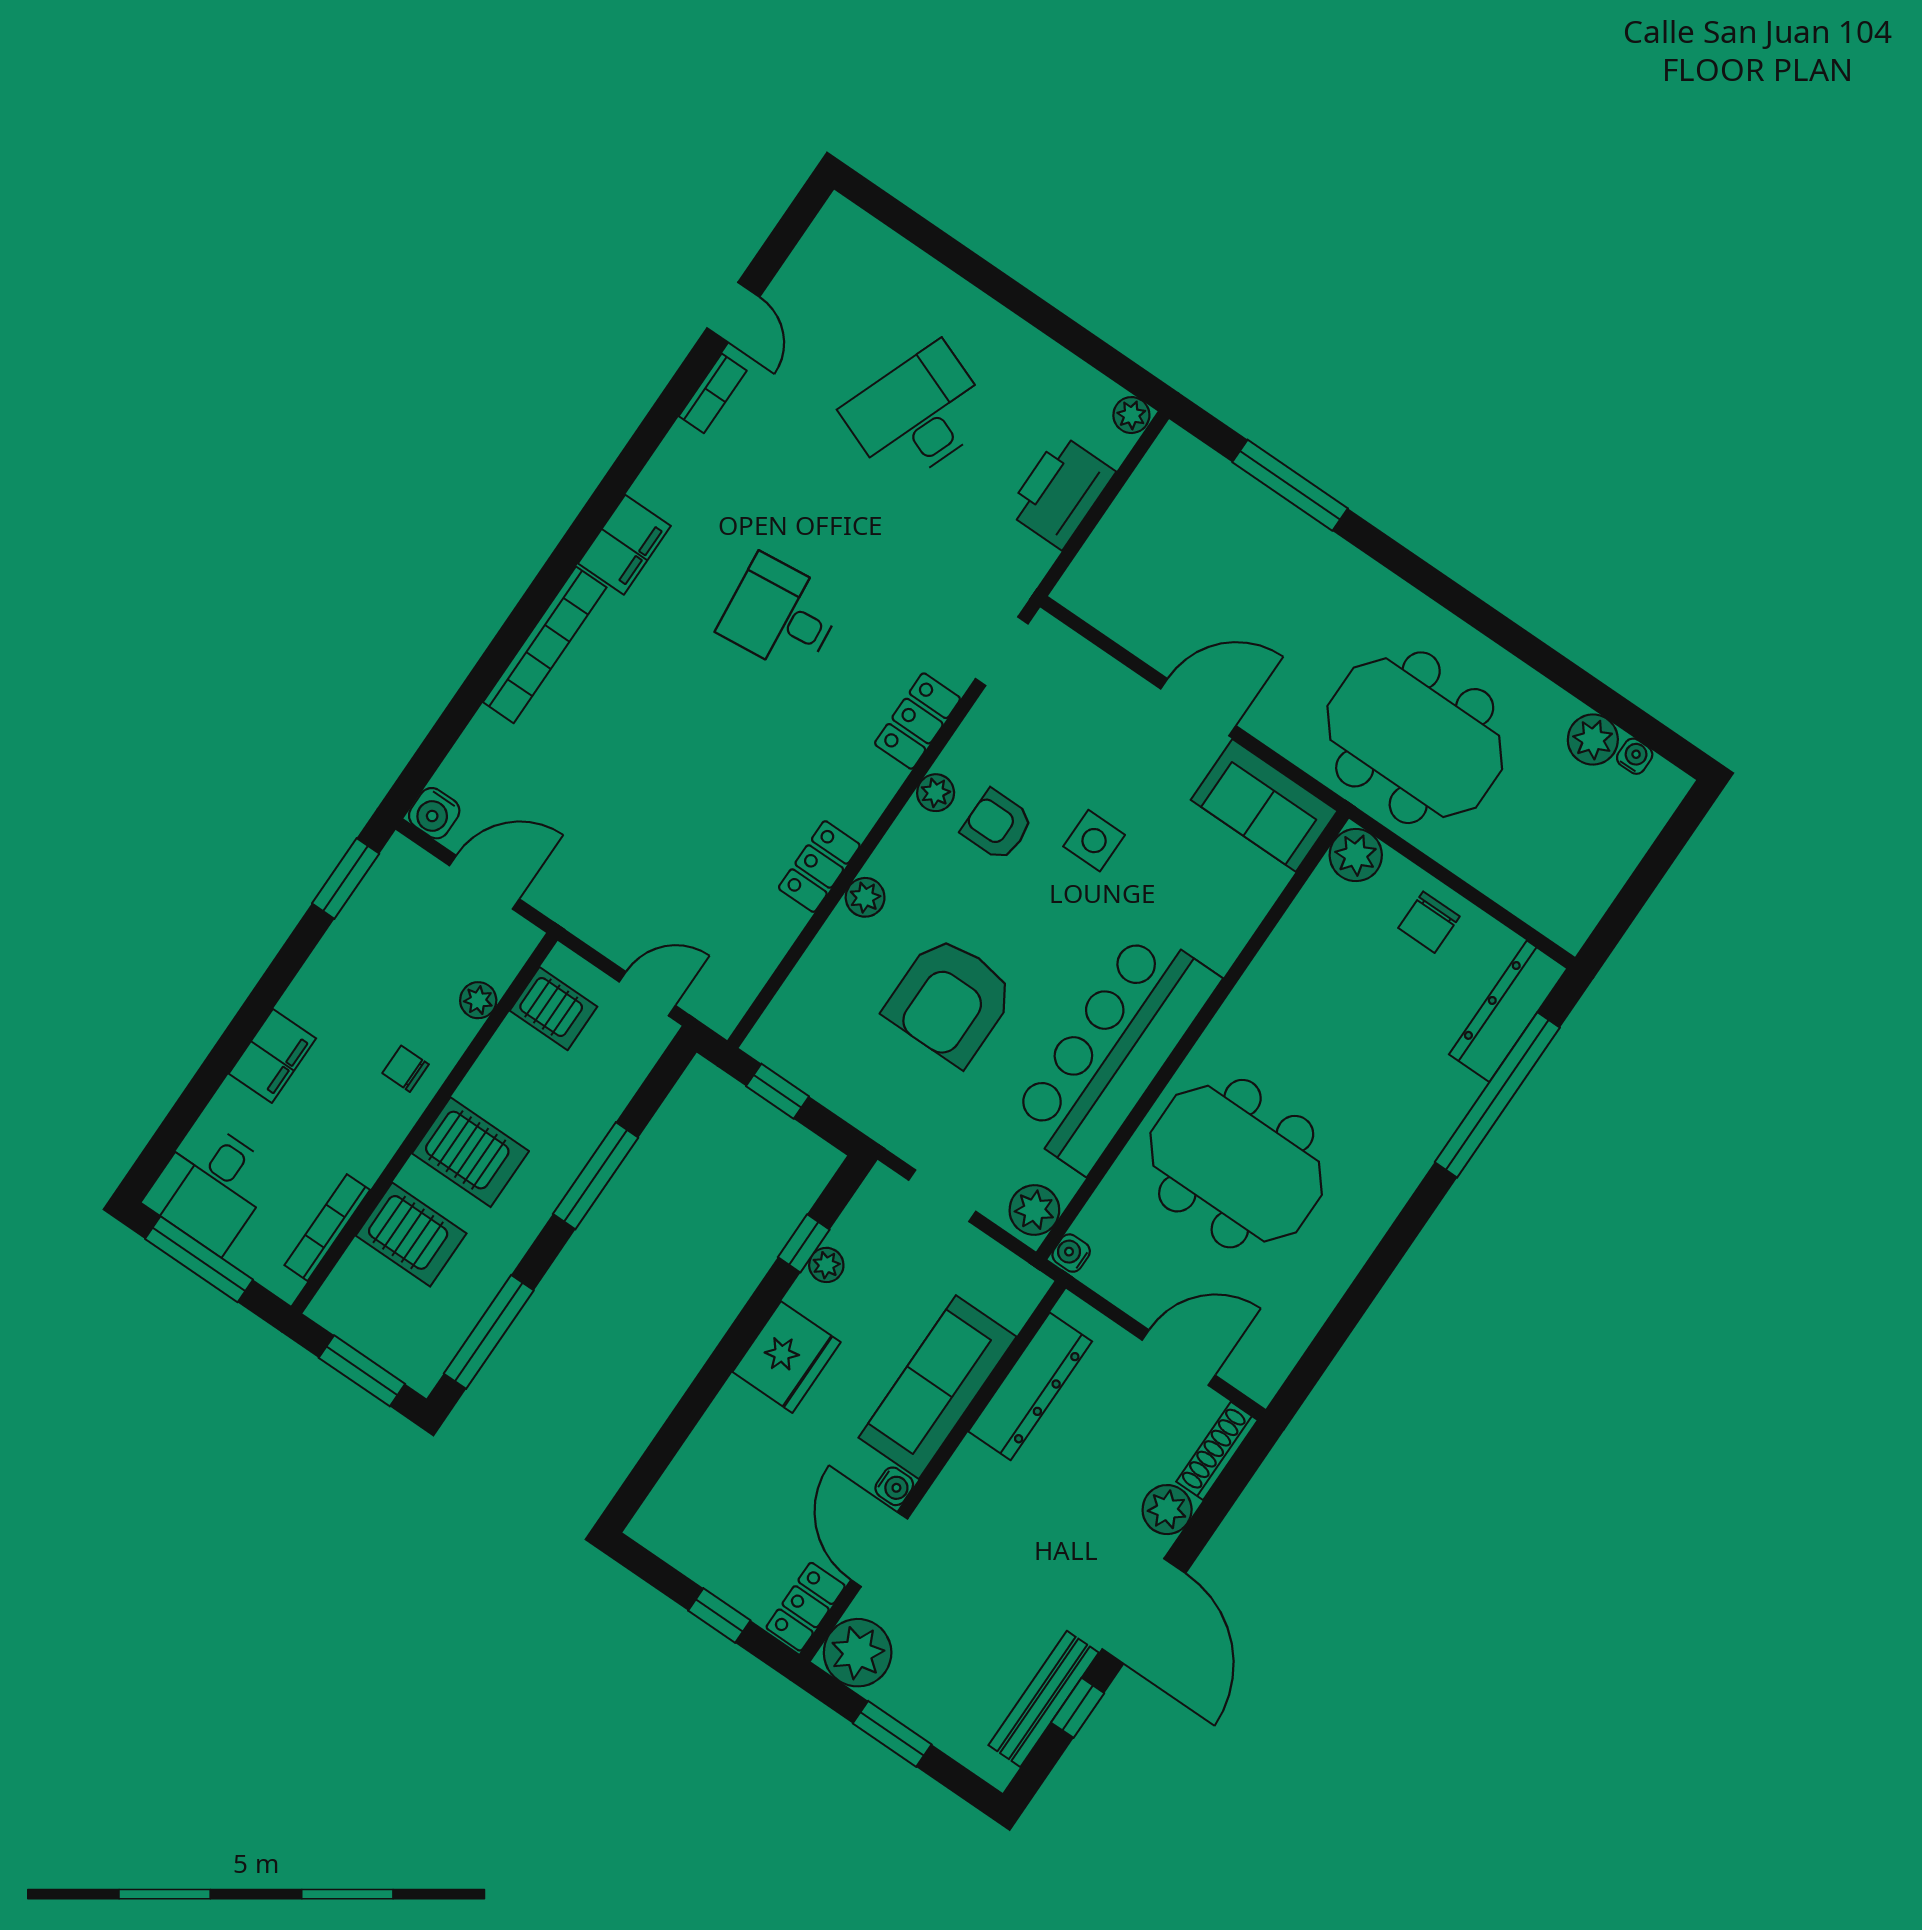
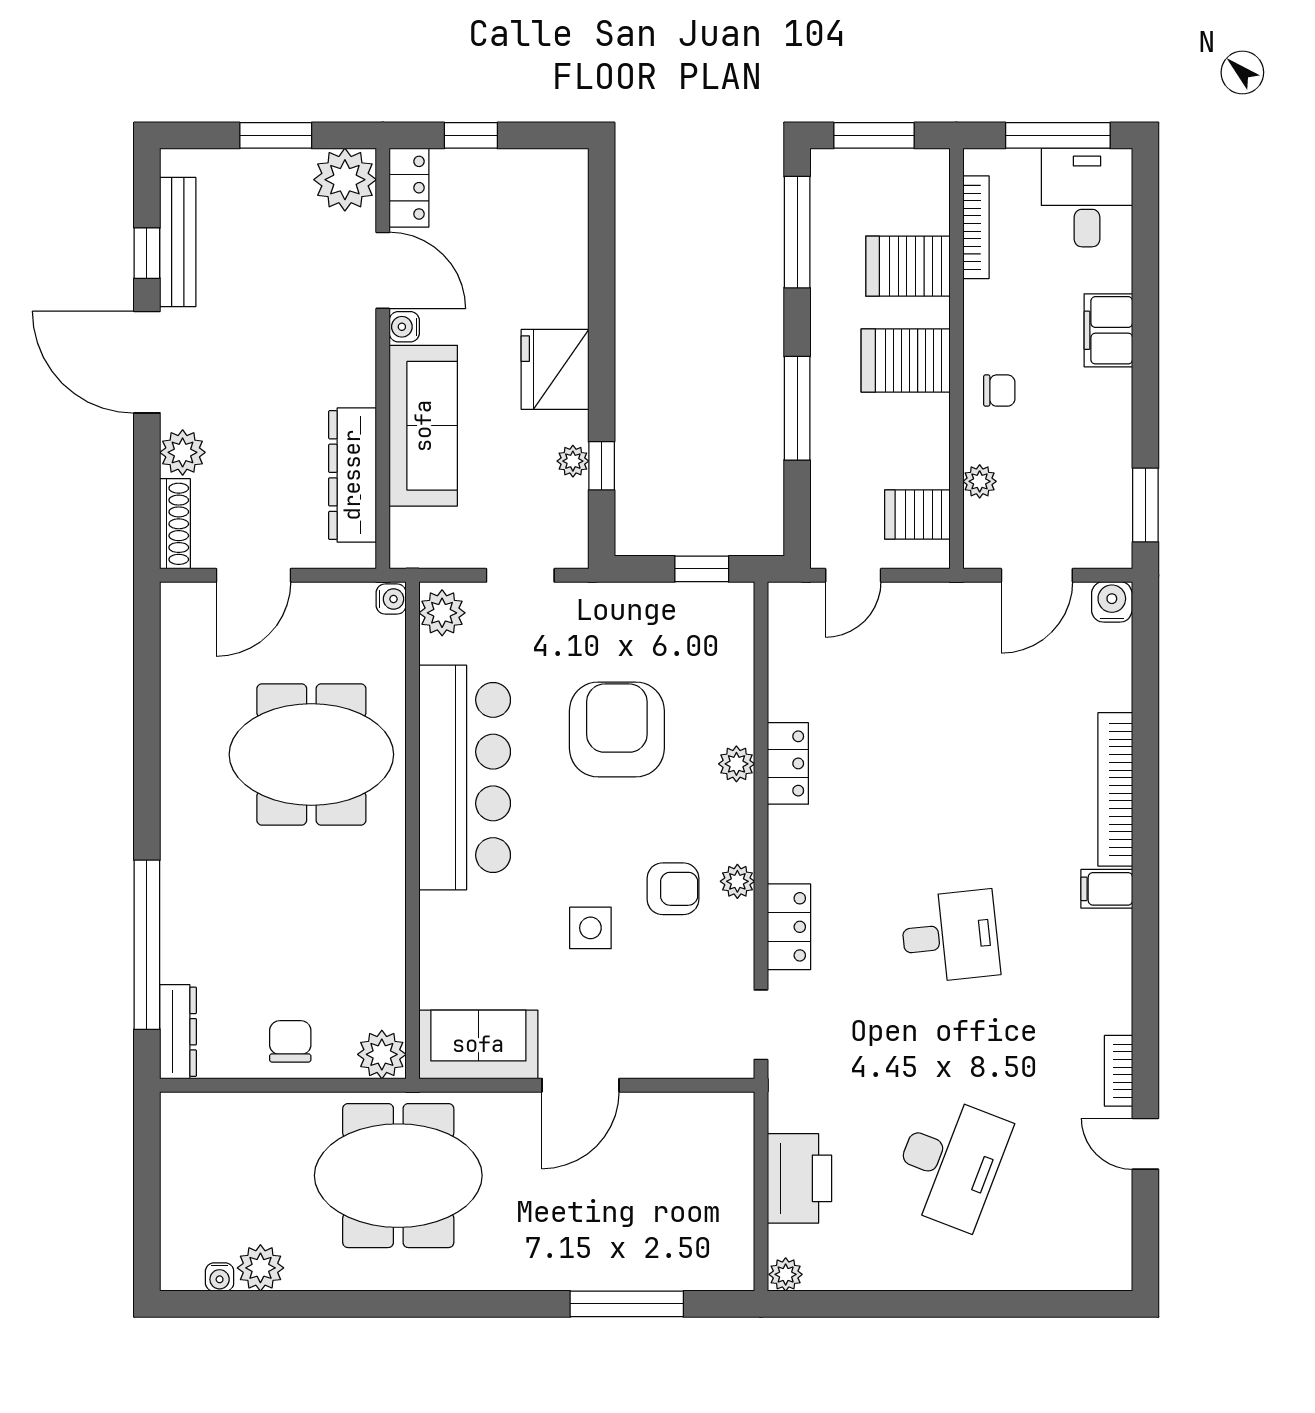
filing cabinet: (624, 545) -> (1107, 889), width x0.50
dresser: (1508, 1011) -> (178, 1032), width x0.73, depth x0.80

